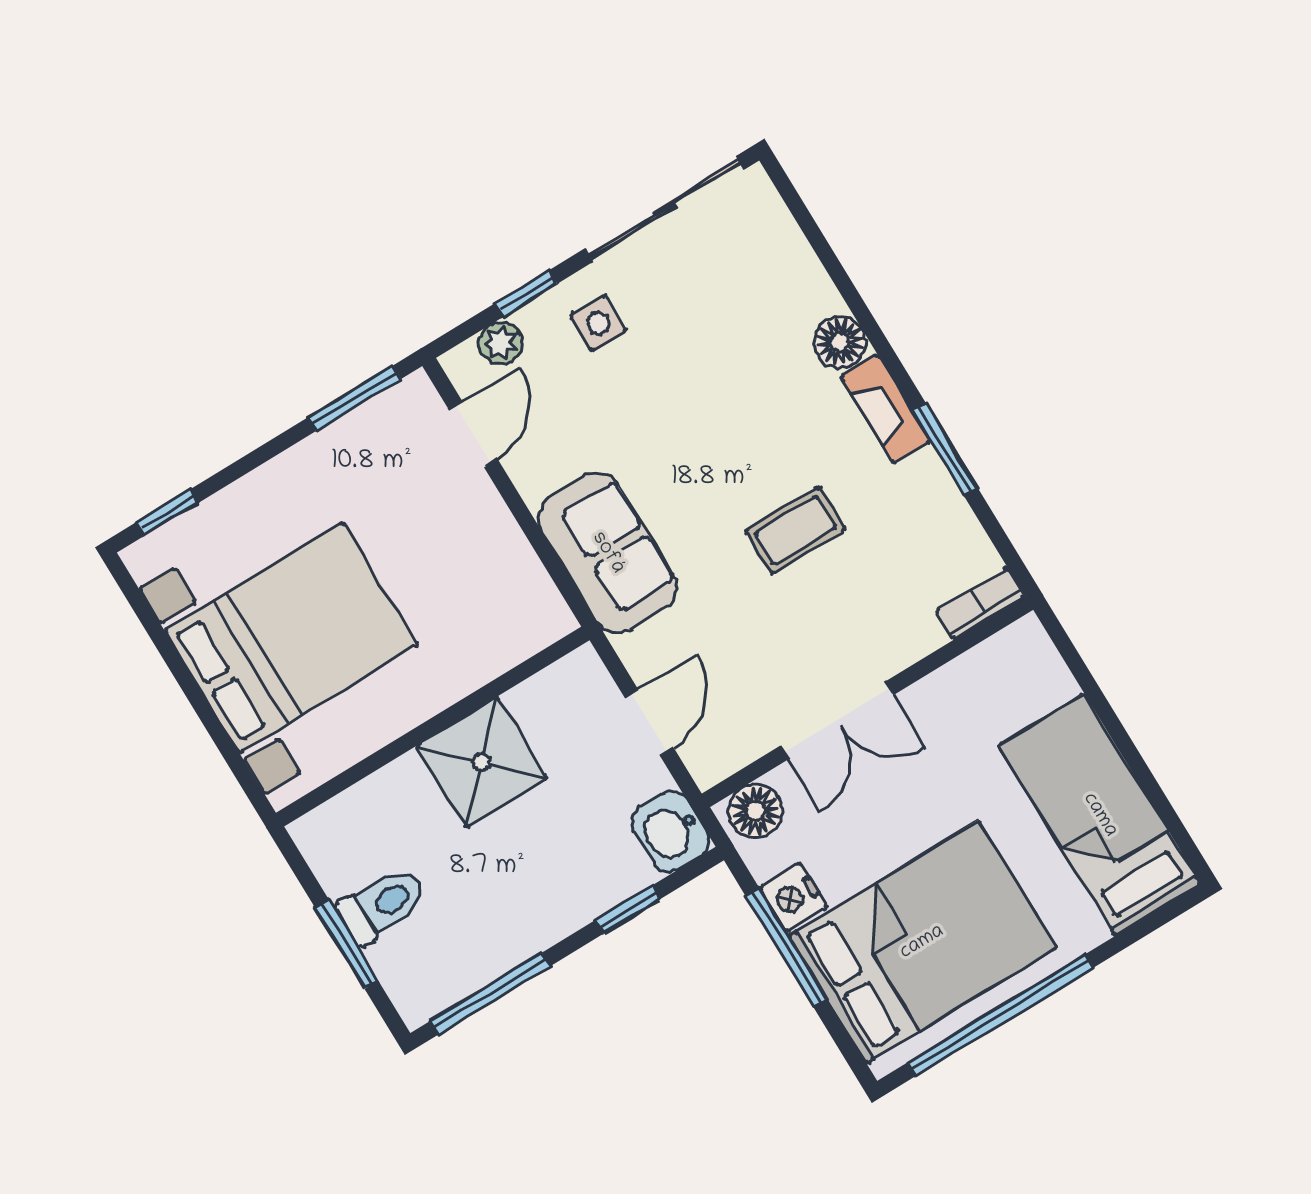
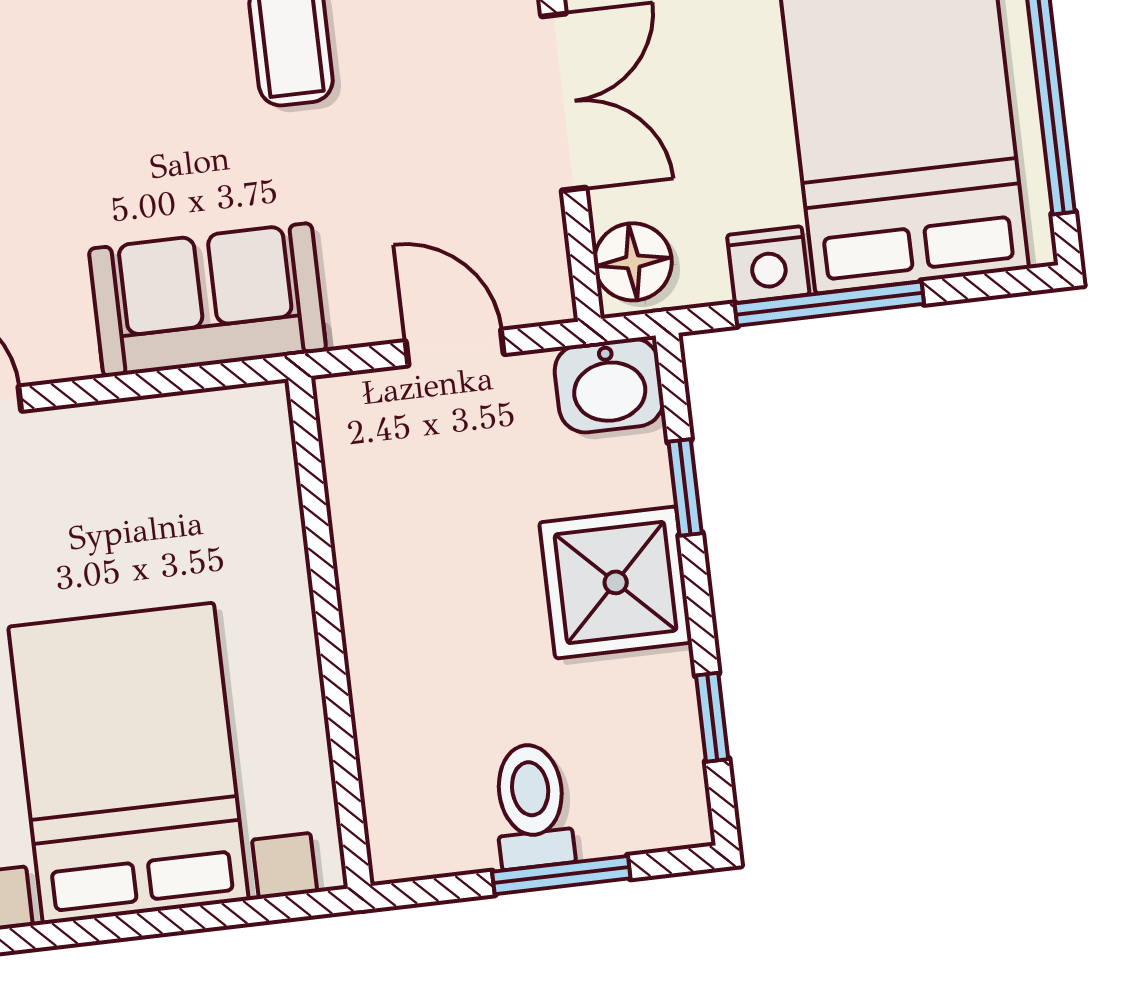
shower: (482, 762) -> (616, 582), moved
window: (490, 994) -> (712, 717), width x0.46

